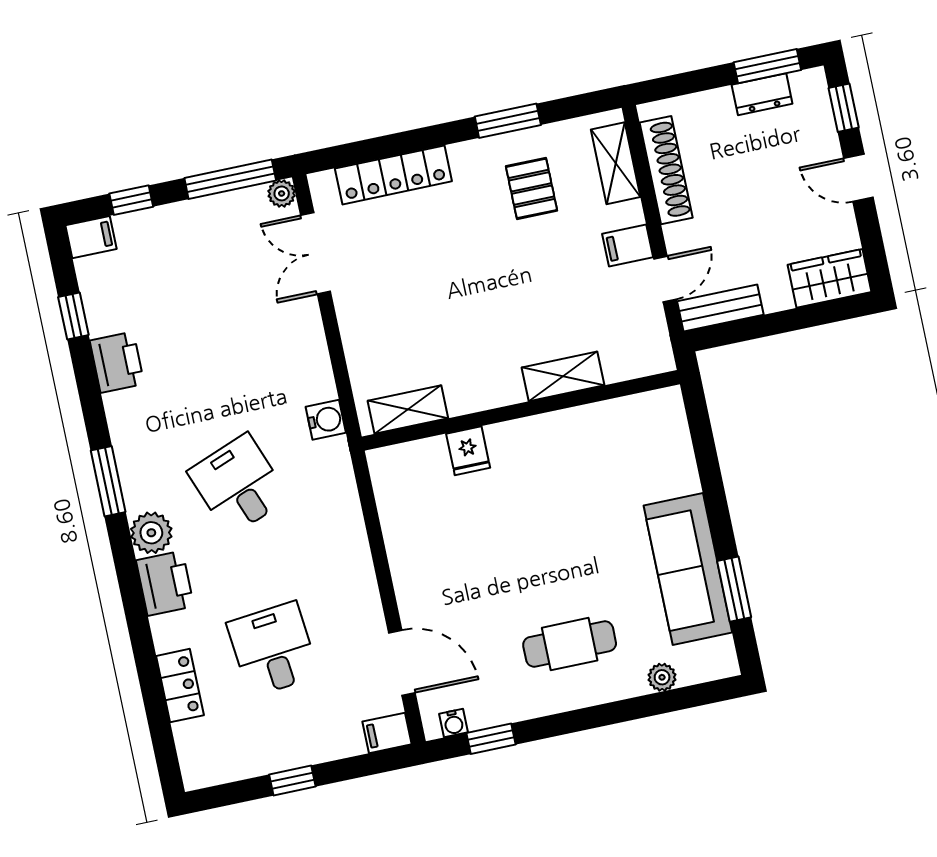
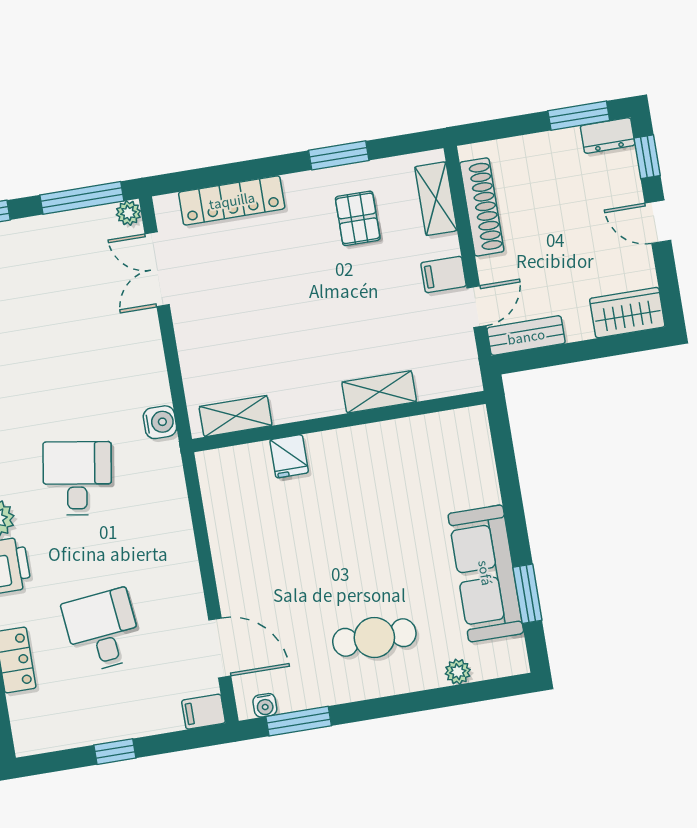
dresser: (762, 94) -> (608, 135), moved
desk: (238, 485) -> (77, 478), turned 30
window: (491, 739) -> (299, 721), width x1.50

